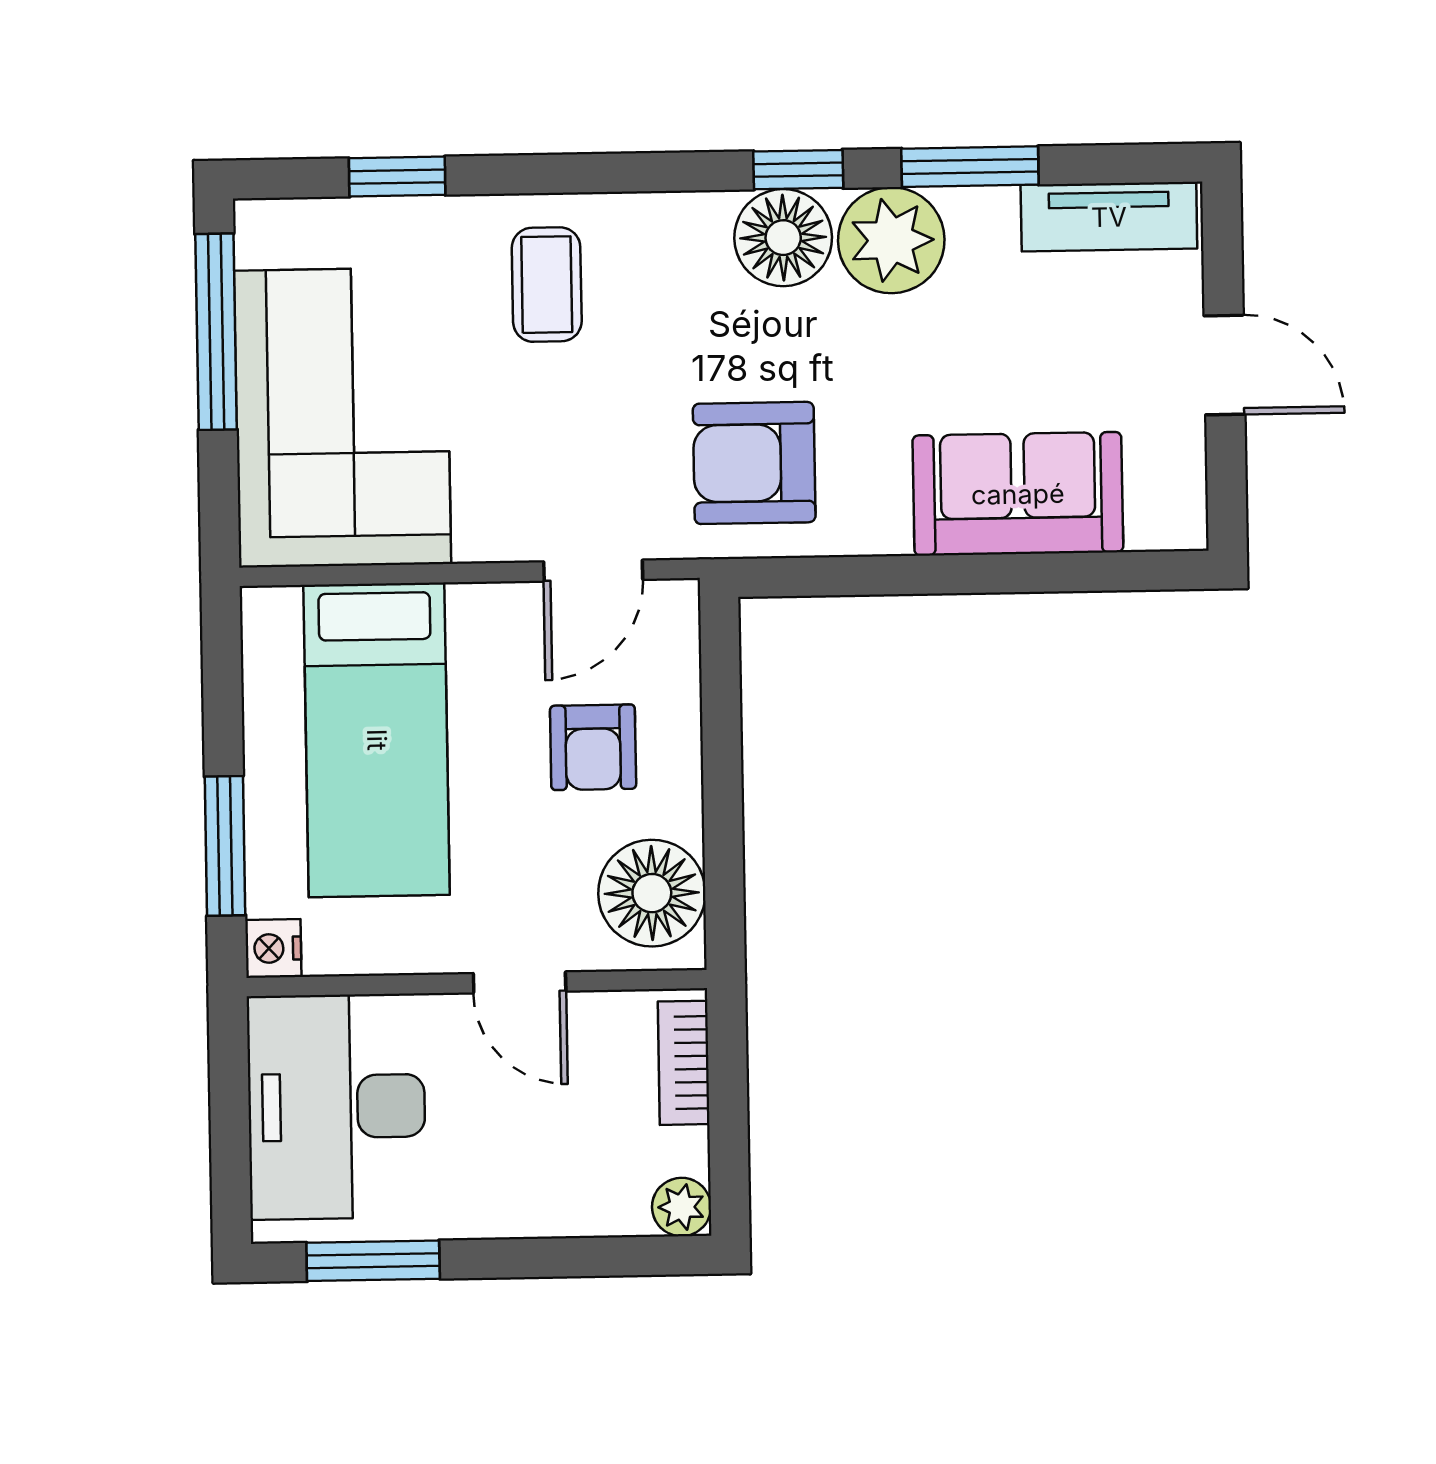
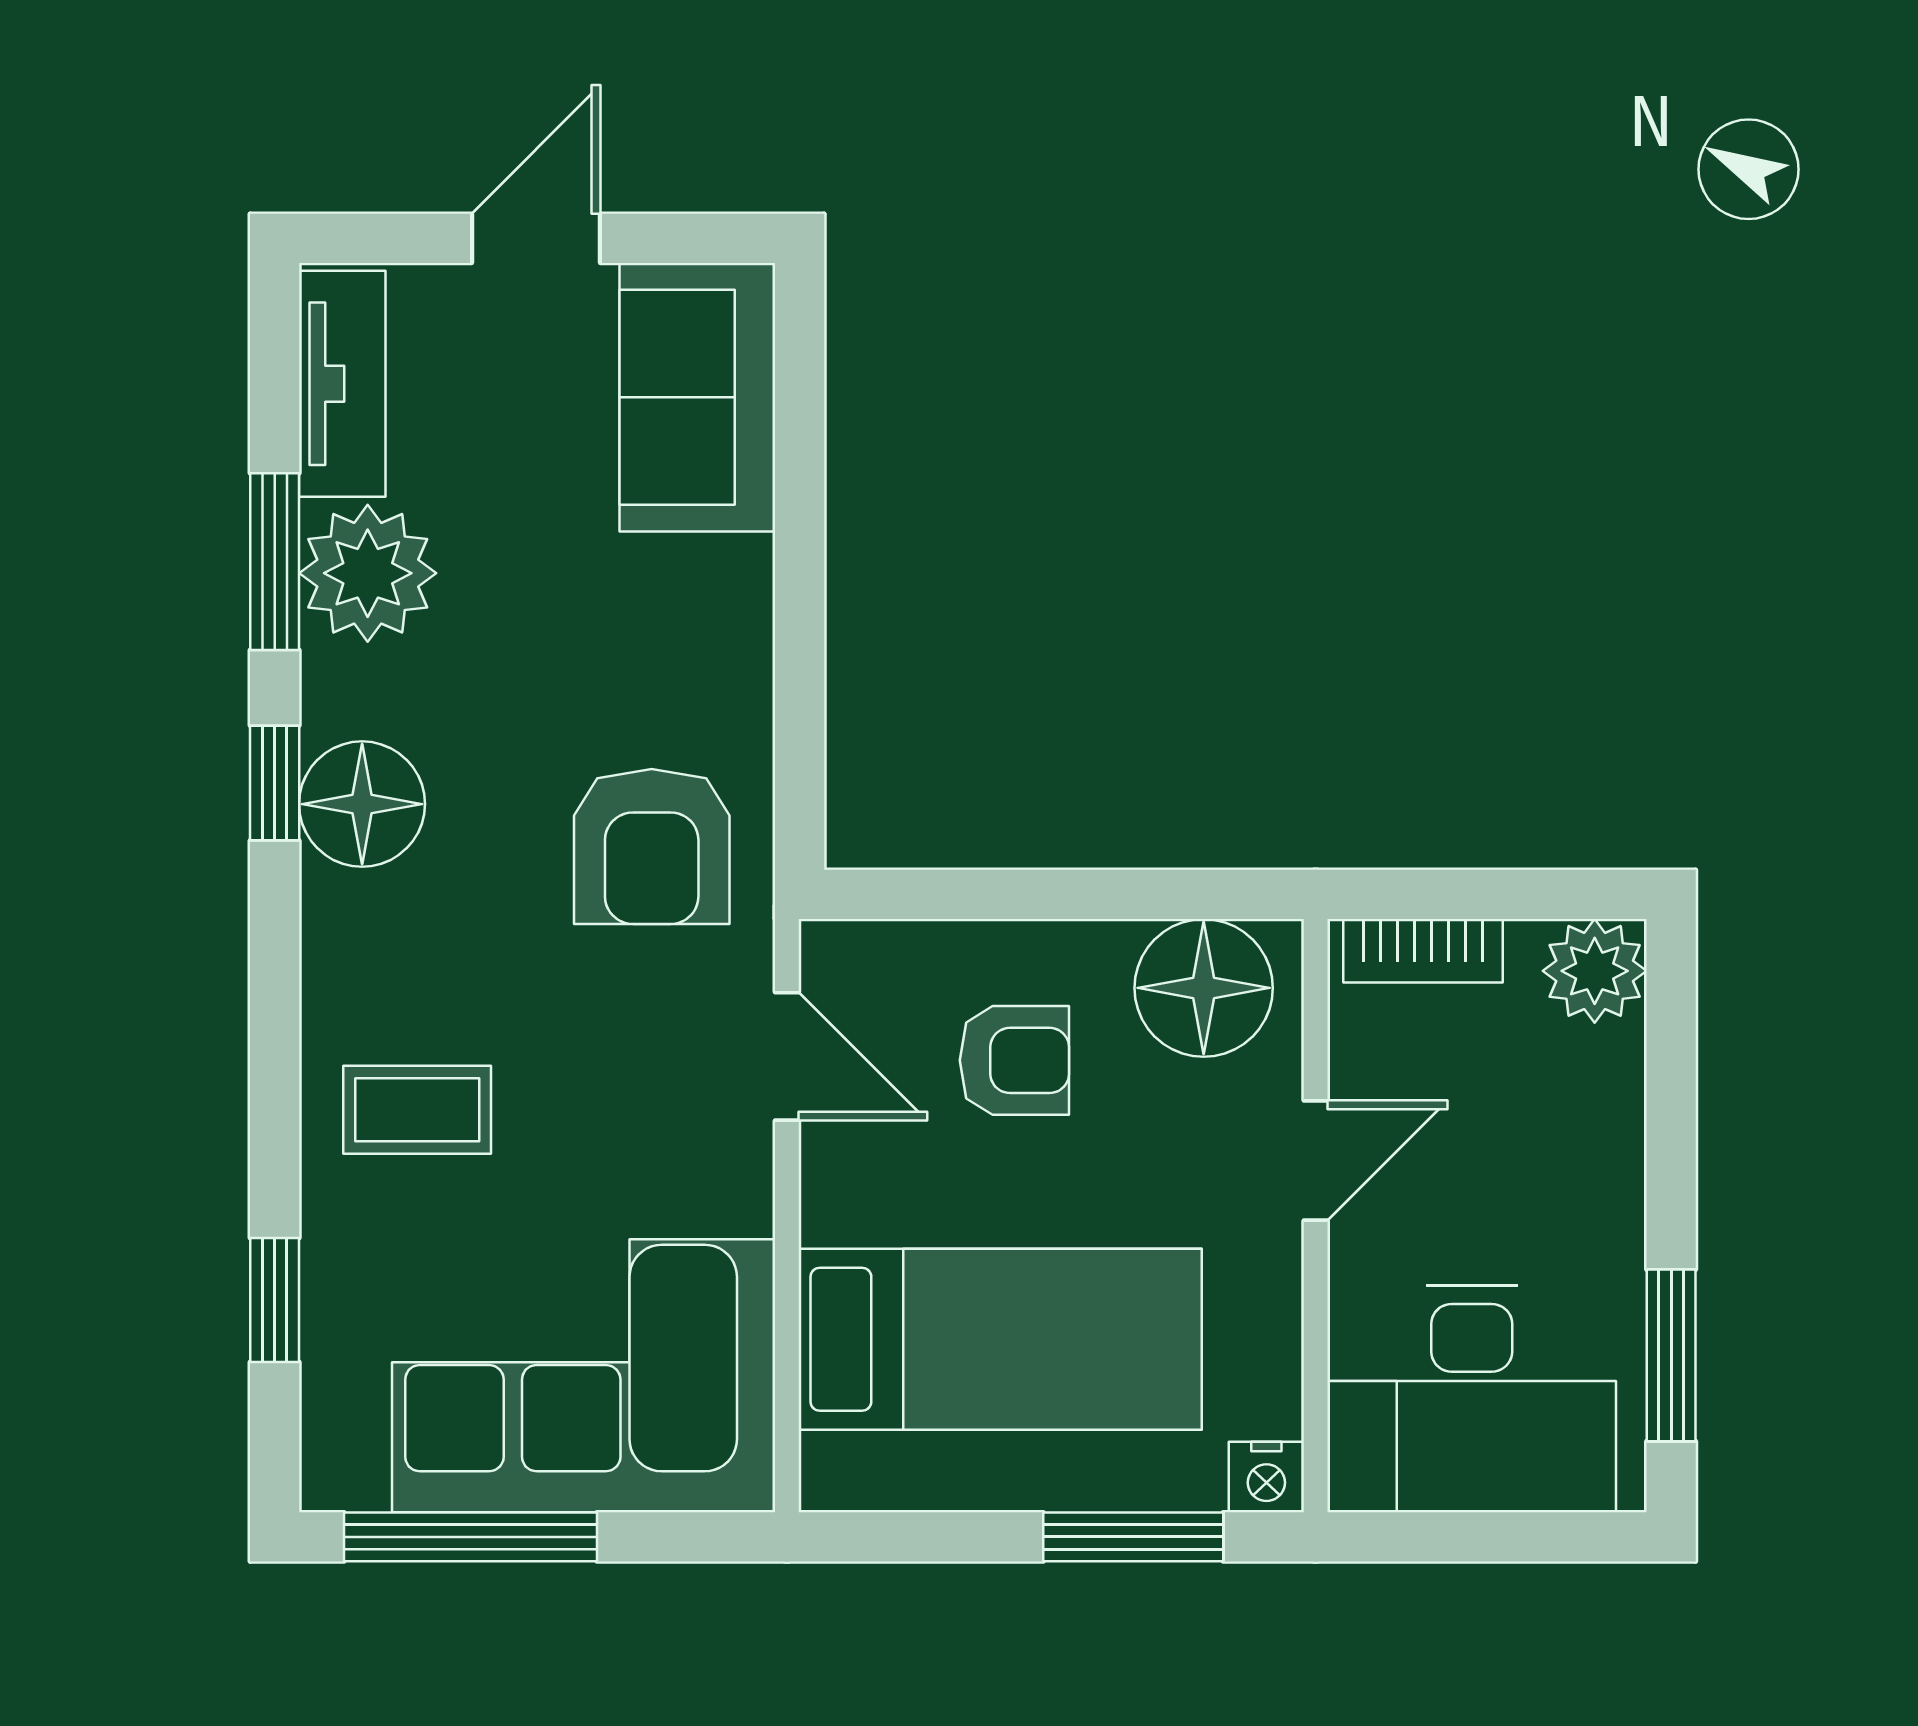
plant: (891, 240) -> (368, 573), moved
sofa: (1018, 494) -> (697, 397), moved
plant: (682, 1207) -> (1595, 971), width x1.38, depth x1.38

